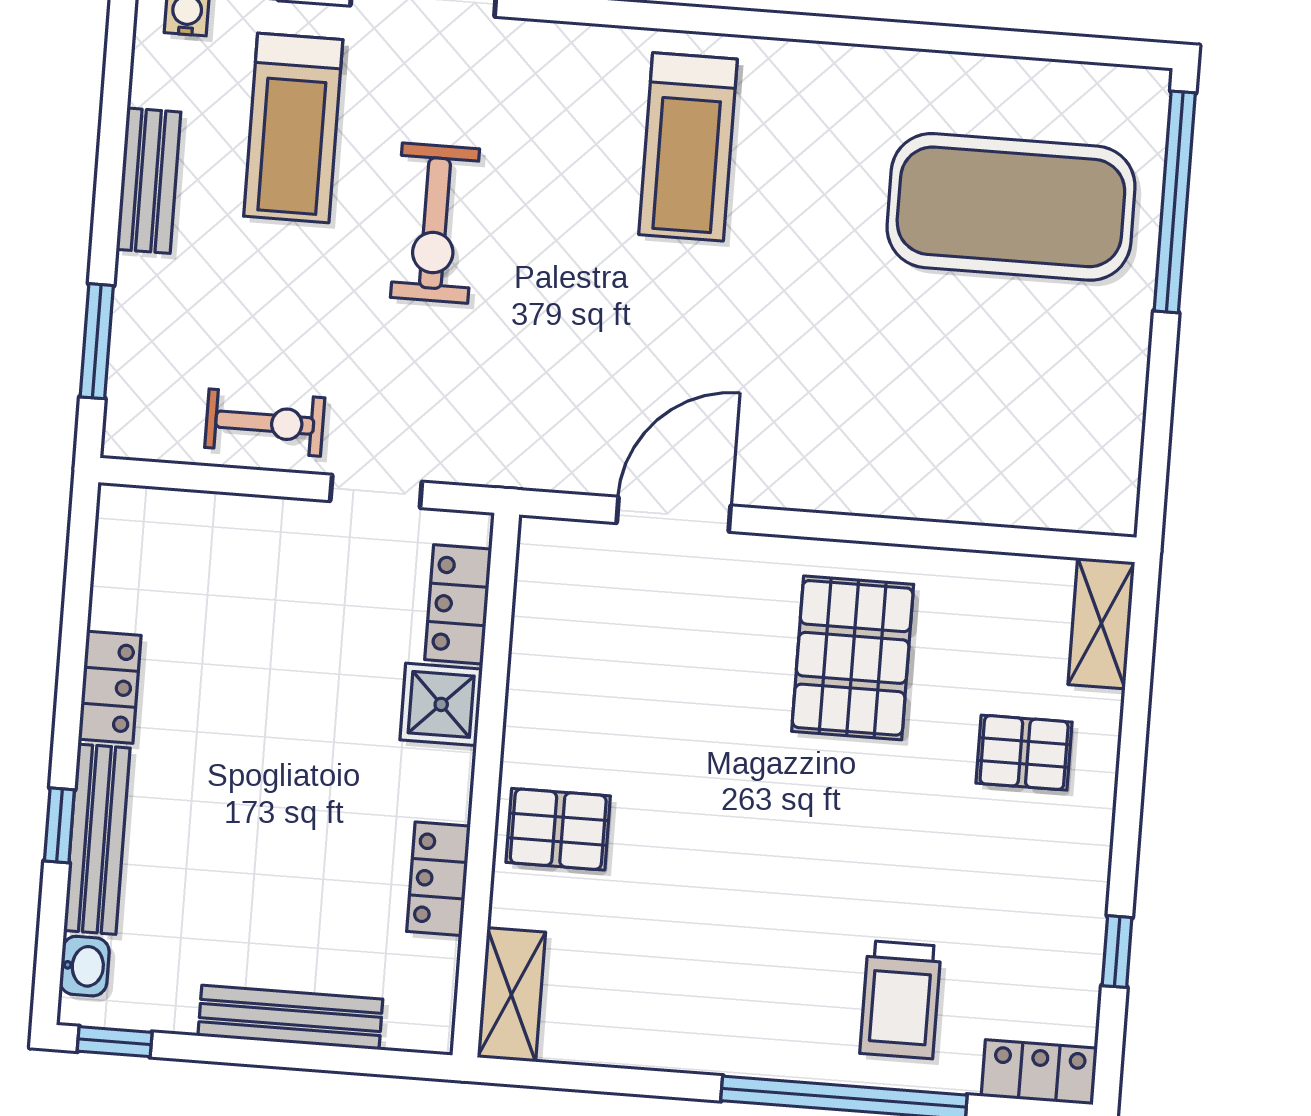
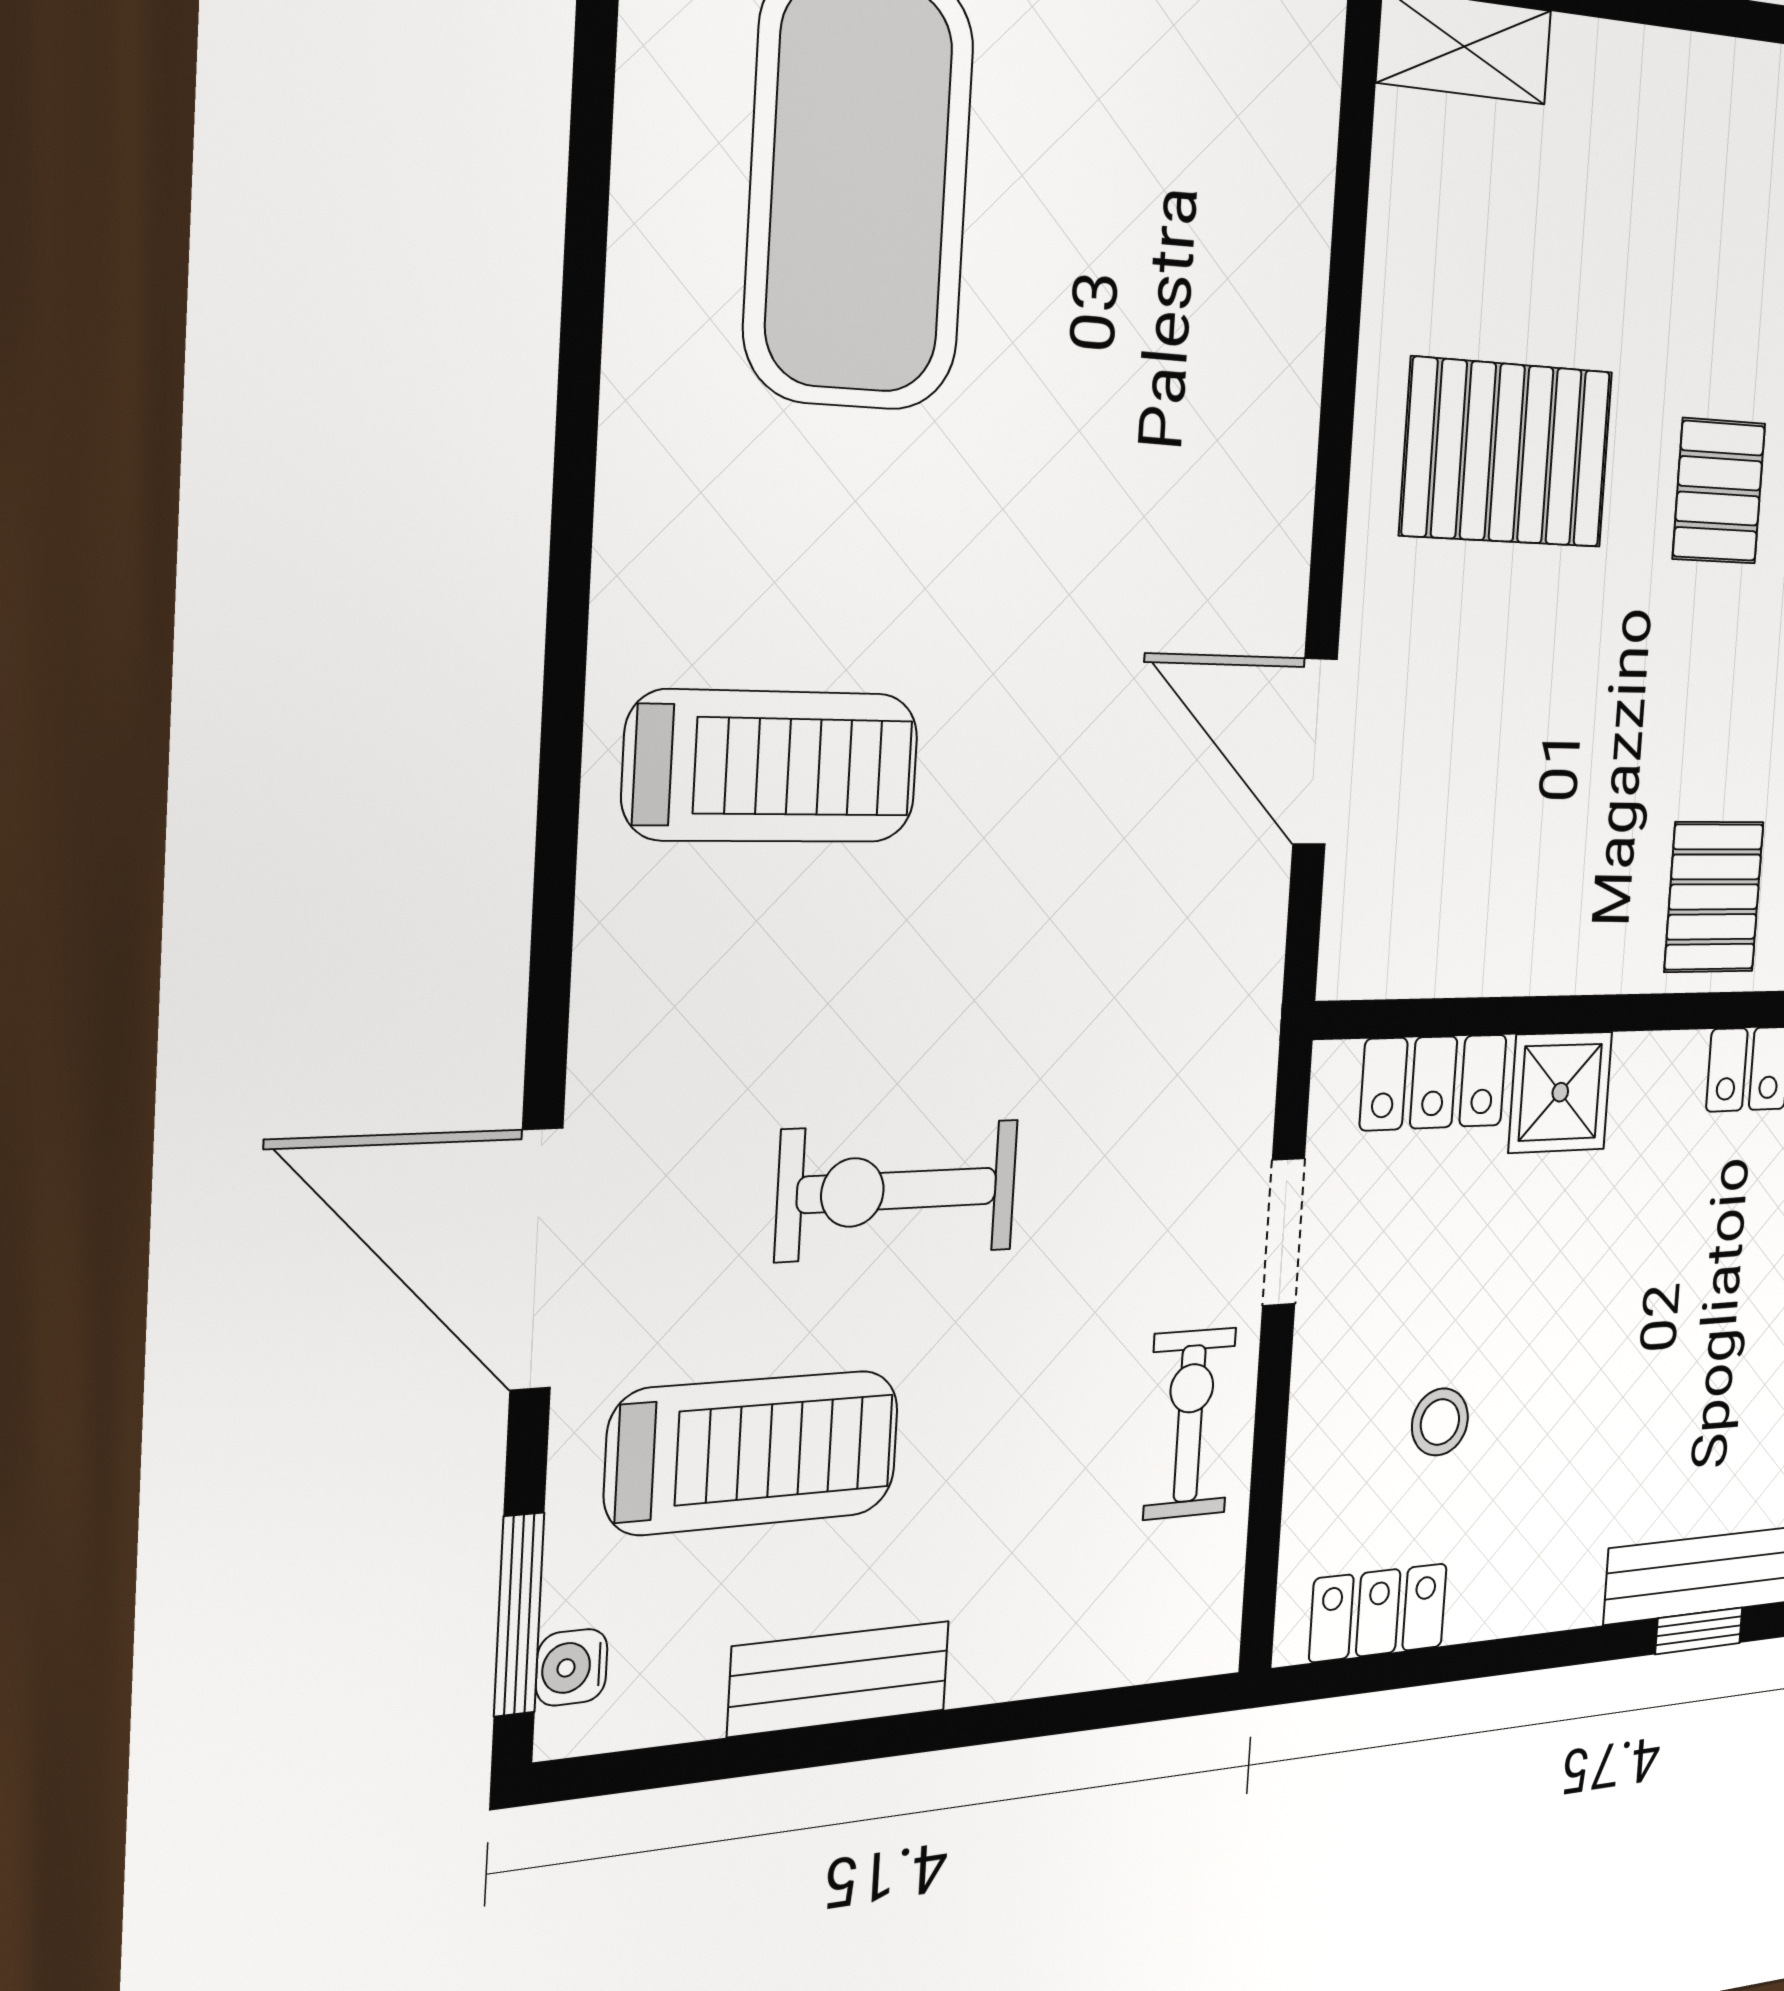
exercise bike: (435, 223) -> (898, 1190), turned 180
window: (97, 341) -> (1077, 1712), removed
stool: (237, 611) -> (1440, 1422), added
locker: (110, 687) -> (1378, 1613), moved
pallet: (1024, 753) -> (1719, 491), moved

